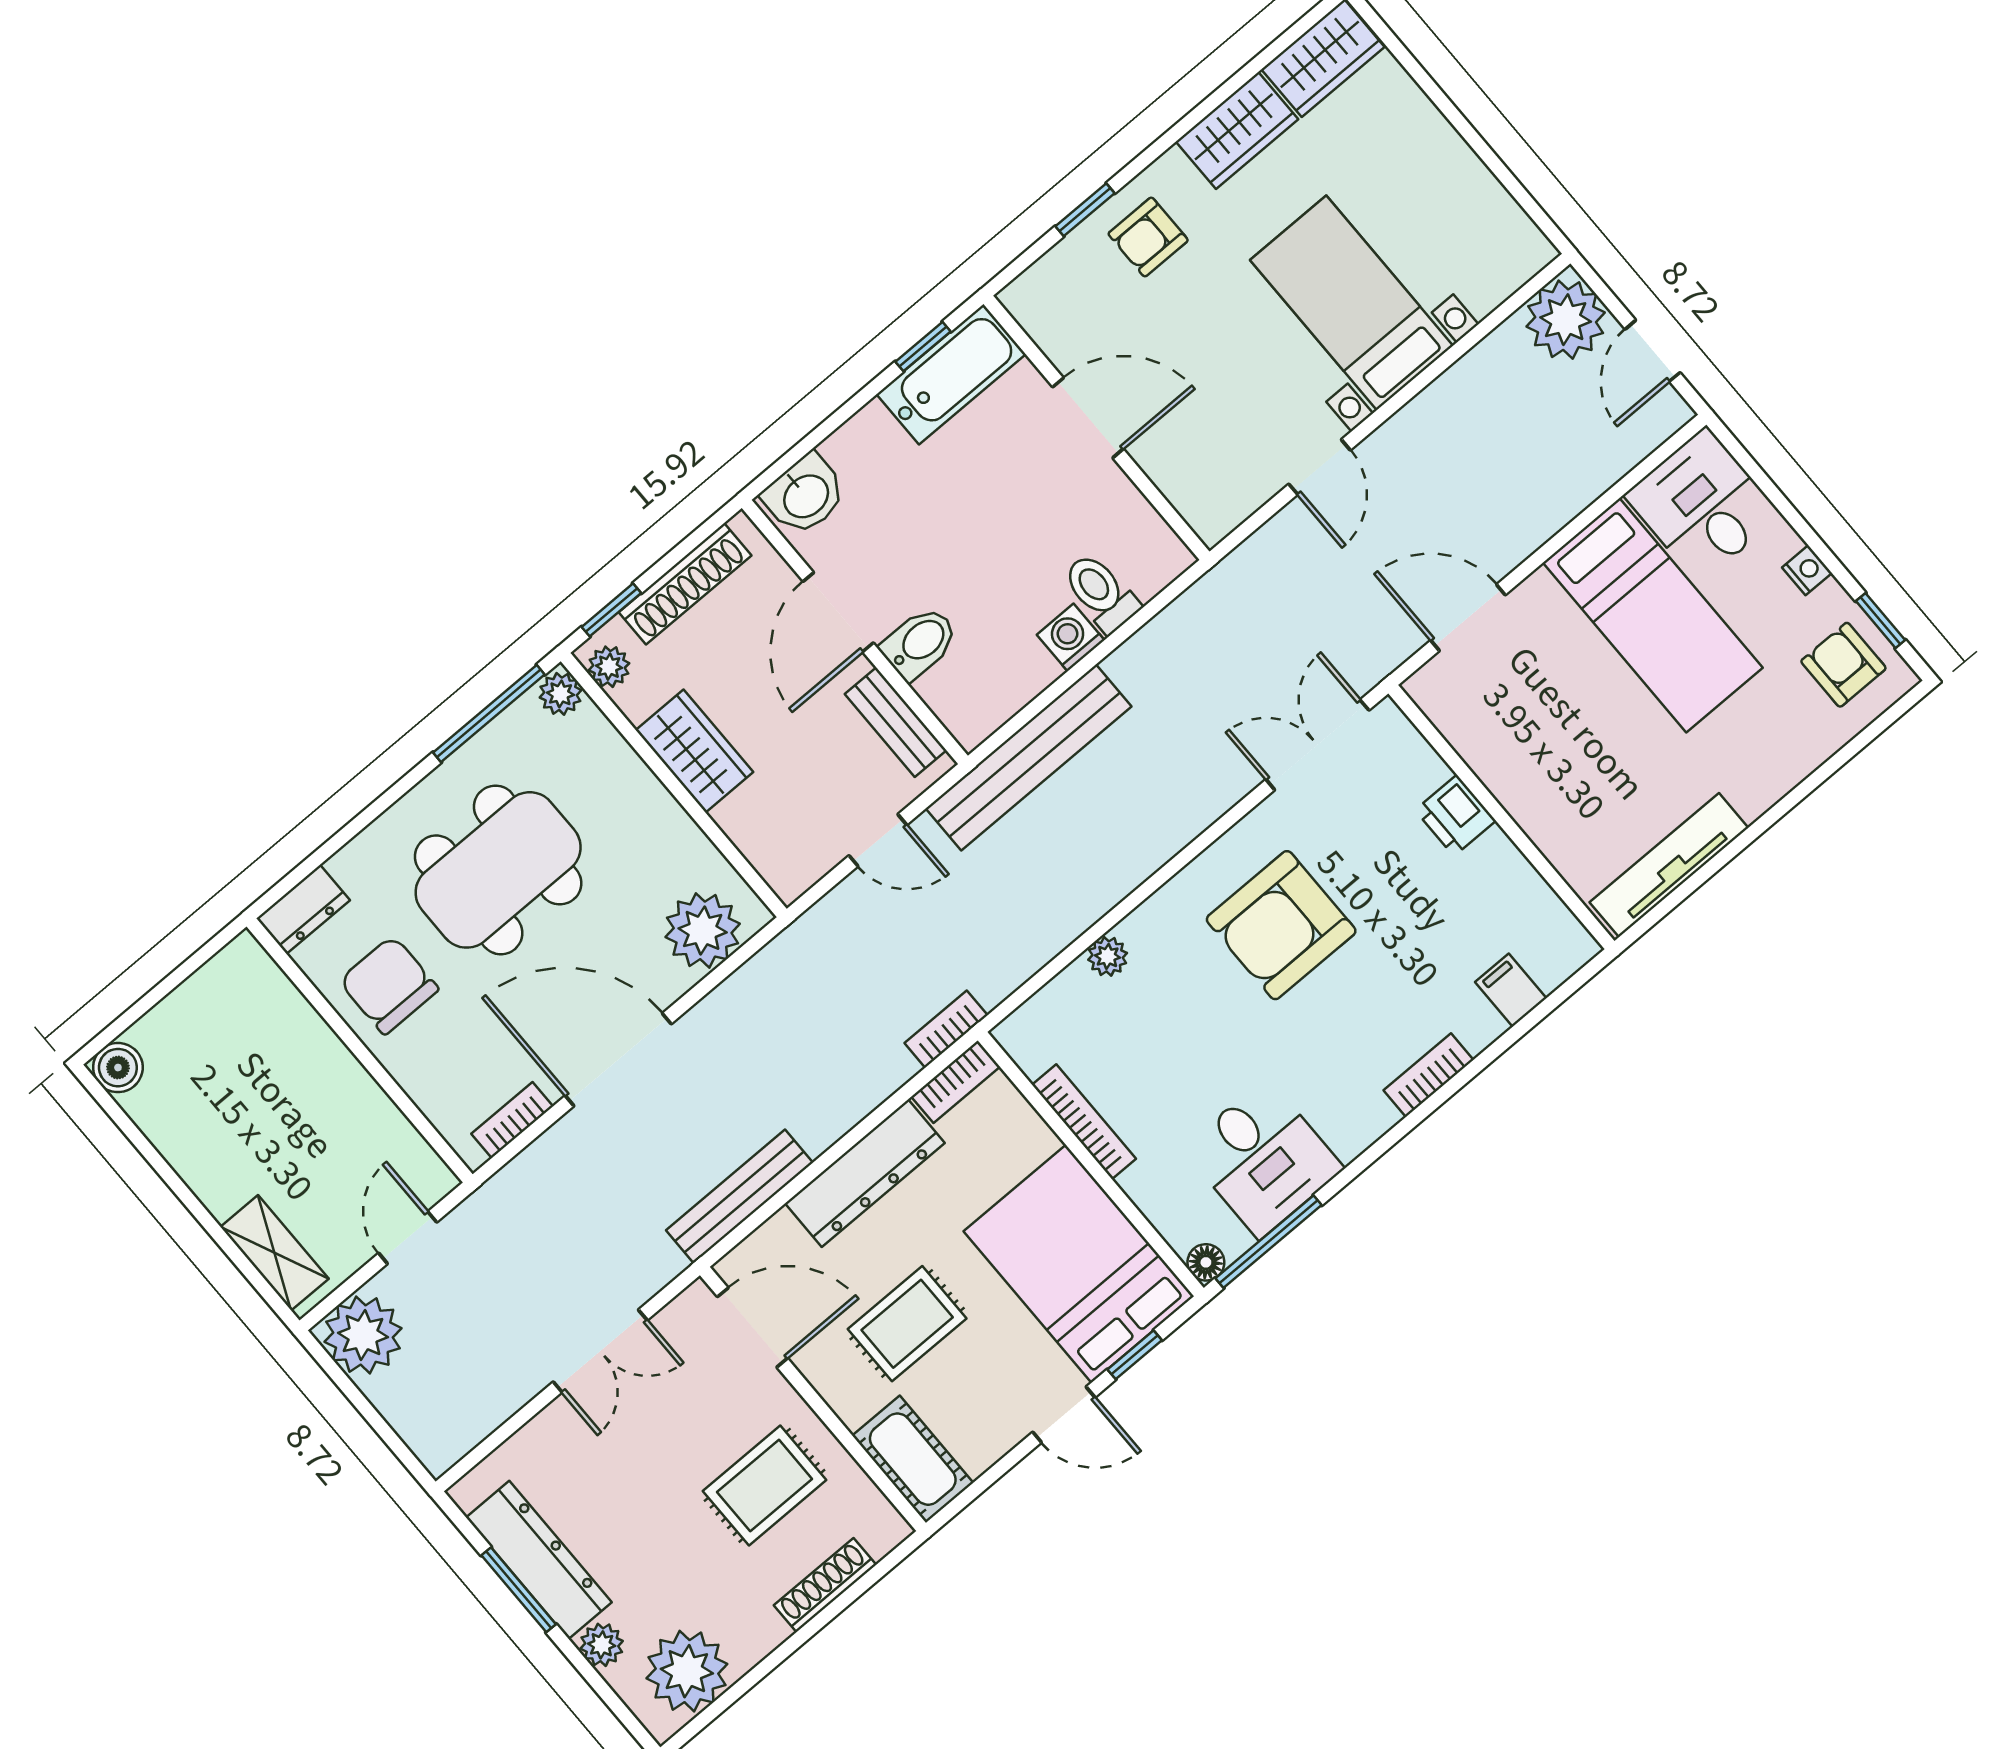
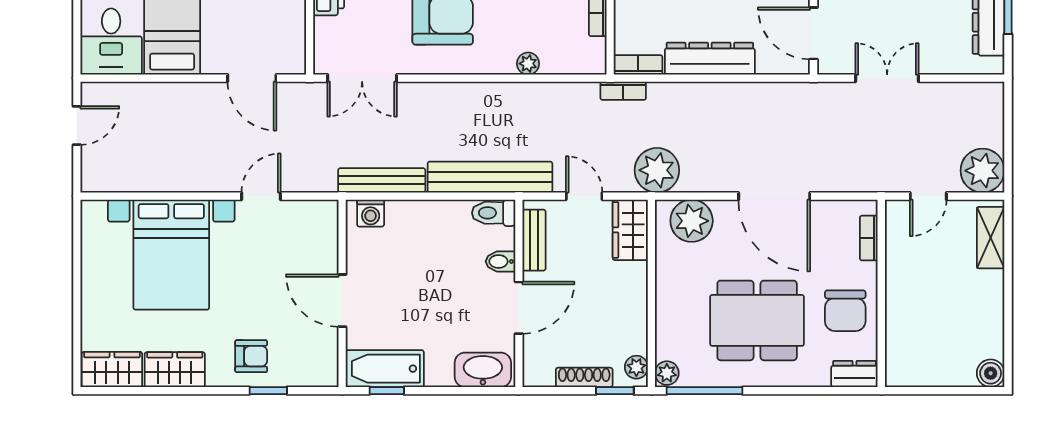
bed with nightstands: (1352, 303) -> (171, 255), width x1.36
plant: (1566, 320) -> (657, 170), moved
washbasin: (805, 495) -> (483, 370), width x1.38
shoe rack: (685, 584) -> (584, 377), width x0.74, depth x0.81
toilet: (1101, 593) -> (494, 213), moved, turned 90
washing machine: (1071, 637) -> (371, 213), moved
bidet: (919, 643) -> (501, 261), width x0.72, depth x0.74
wardrobe: (694, 751) -> (630, 230), moved
bookcase: (512, 1120) -> (869, 238), moved, turned 90
bench: (739, 1196) -> (382, 180), moved

